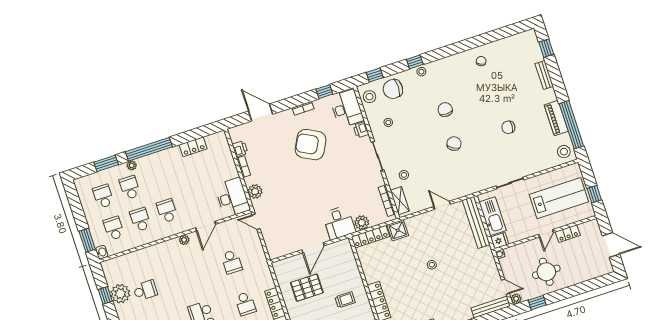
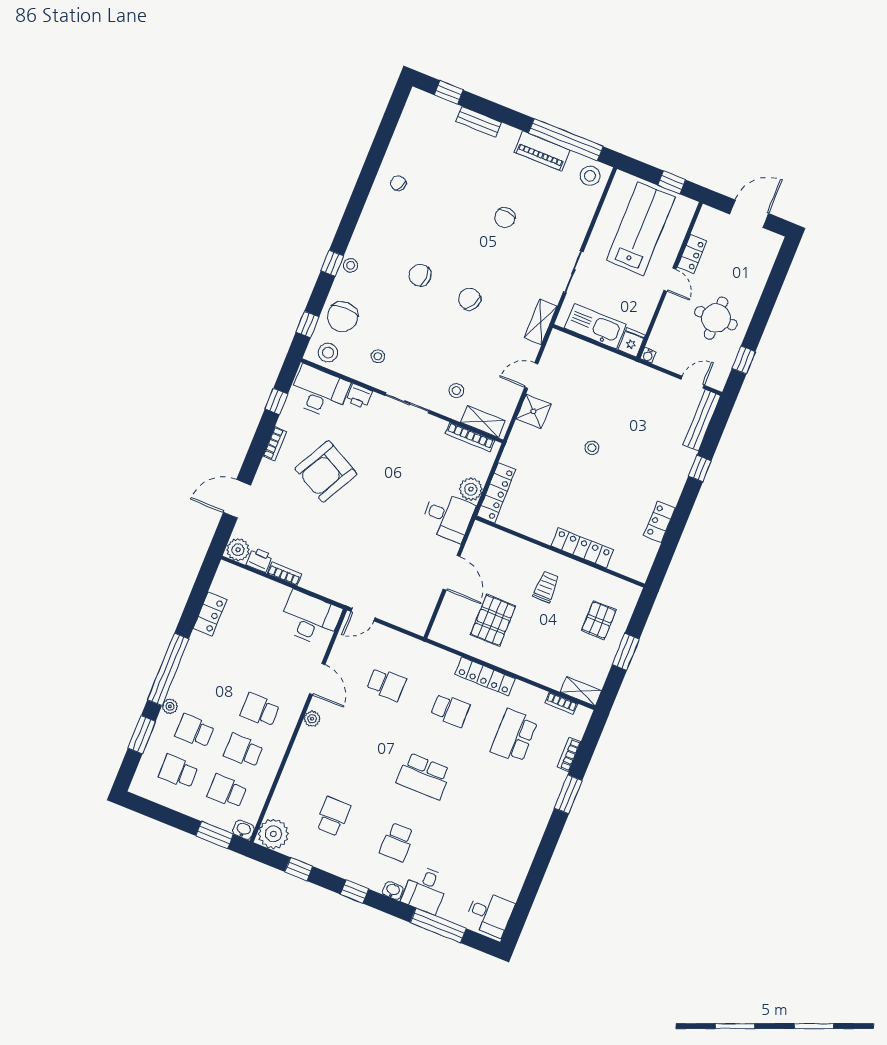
shelving: (472, 188) -> (541, 322), added
plant: (255, 191) -> (238, 550), moved
bench: (476, 222) -> (586, 352), removed
shower: (398, 230) -> (533, 411), moved
plant: (120, 294) -> (273, 834), moved
plant: (516, 299) -> (718, 381), removed

